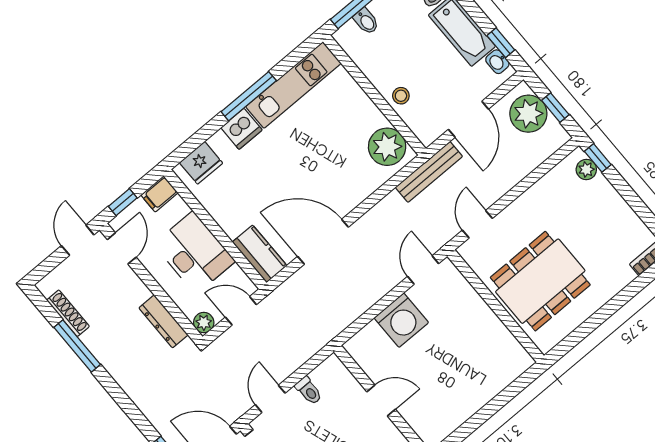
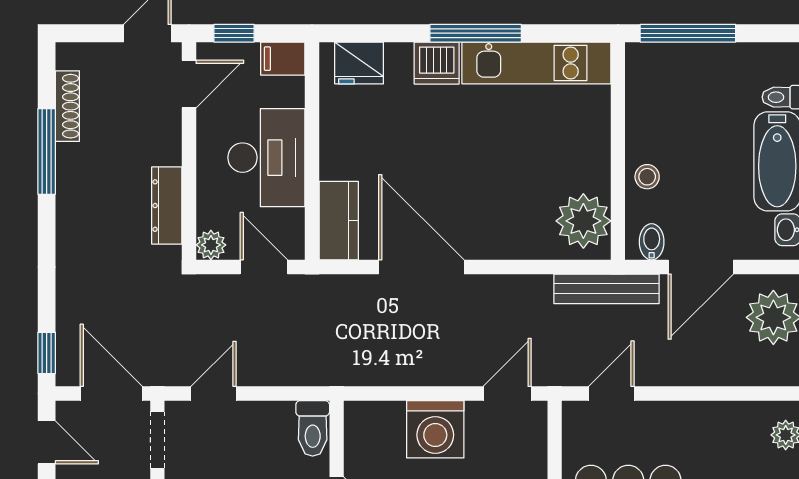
bidet: (366, 21) -> (652, 242), moved, turned 180
toilet: (309, 391) -> (313, 428), moved, width x1.37, depth x1.39

